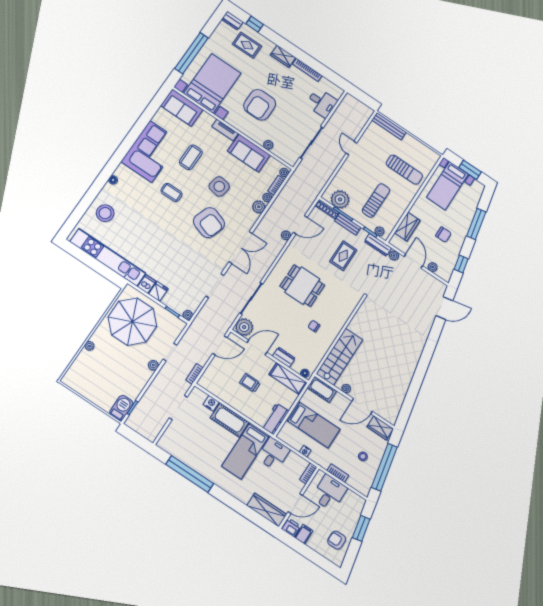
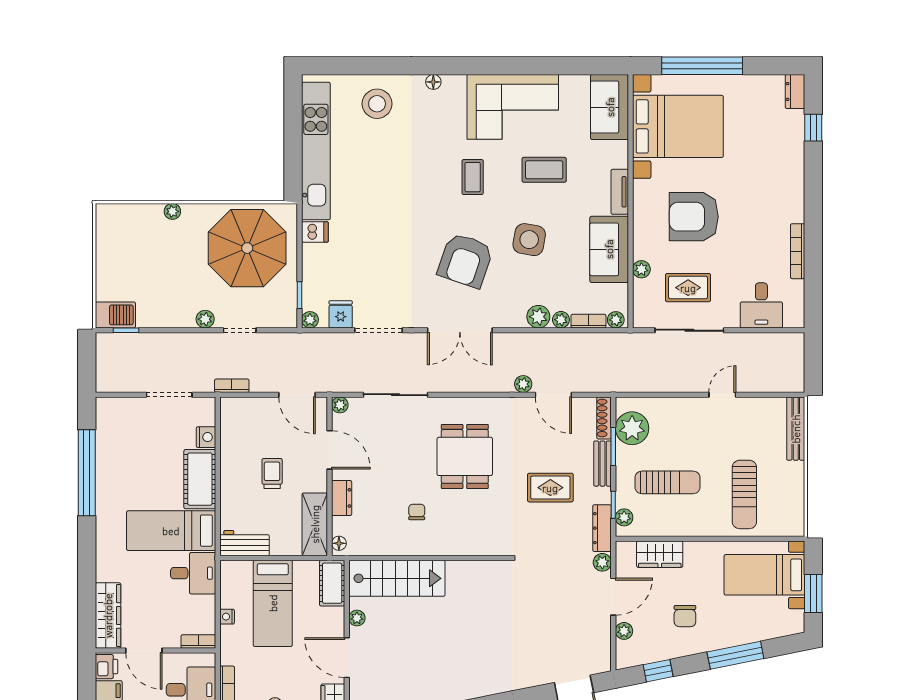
rug: (247, 45) -> (688, 288), moved, turned 90
wardrobe: (283, 56) -> (793, 202), removed
fridge: (158, 291) -> (341, 314), moved, turned -90
plant: (244, 327) -> (340, 405), width x0.53, depth x0.53

